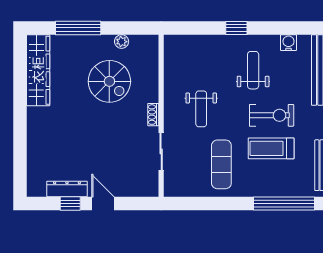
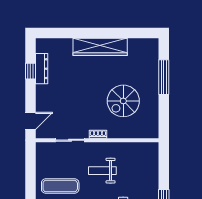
plant: (122, 42) -> (153, 110), removed
wardrobe: (38, 70) -> (100, 47), moved
door: (103, 203) -> (30, 121), moved

